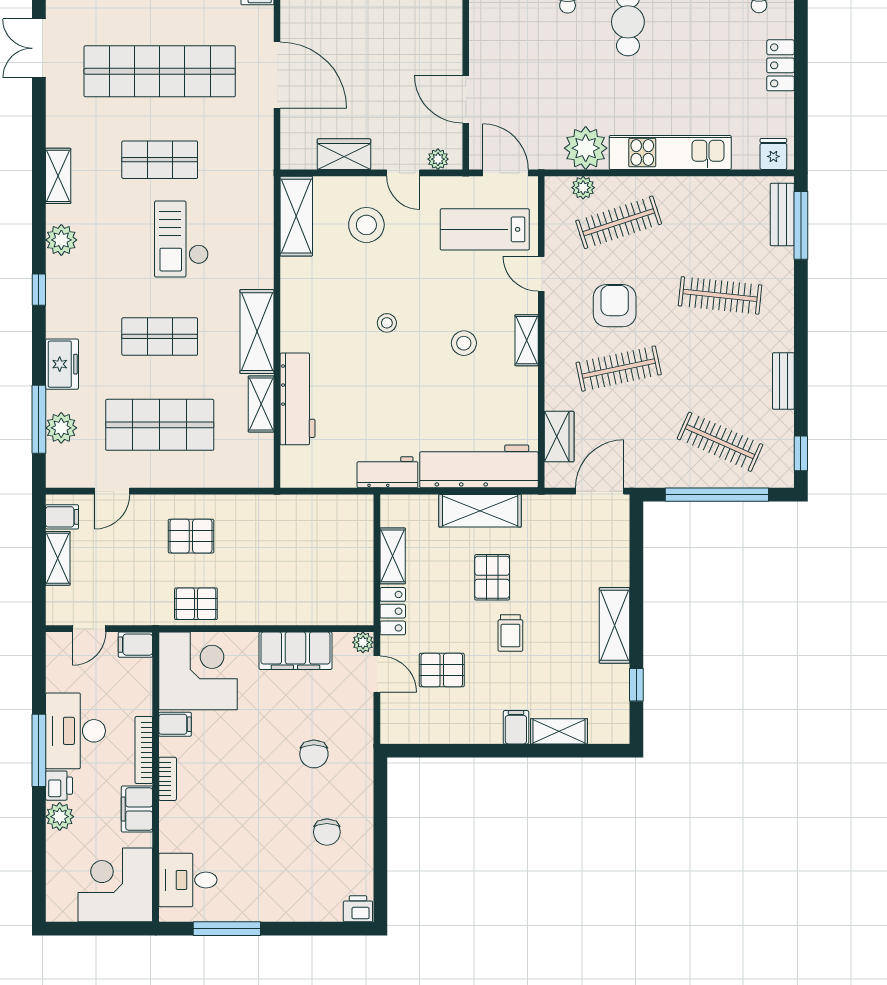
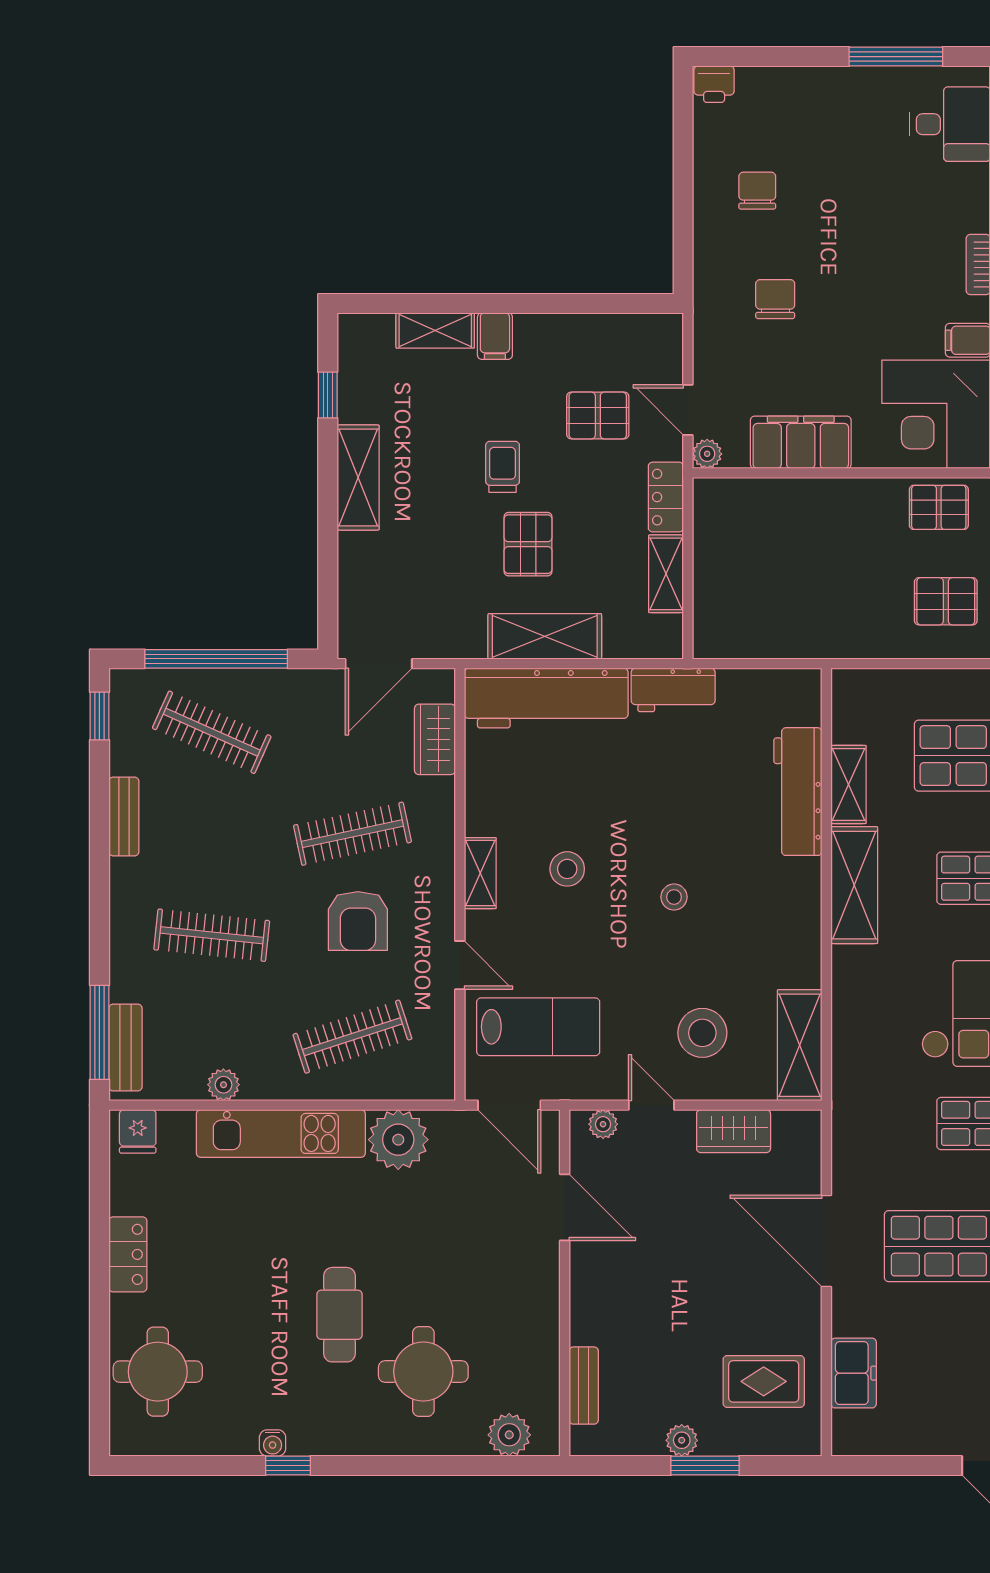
plant: (583, 188) -> (223, 1085), moved

